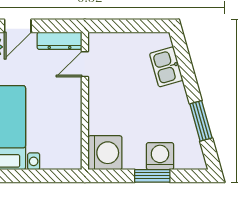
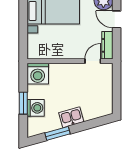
door: (85, 64) -> (93, 61), hinge flipped
kitchen sink: (166, 67) -> (71, 117), moved

